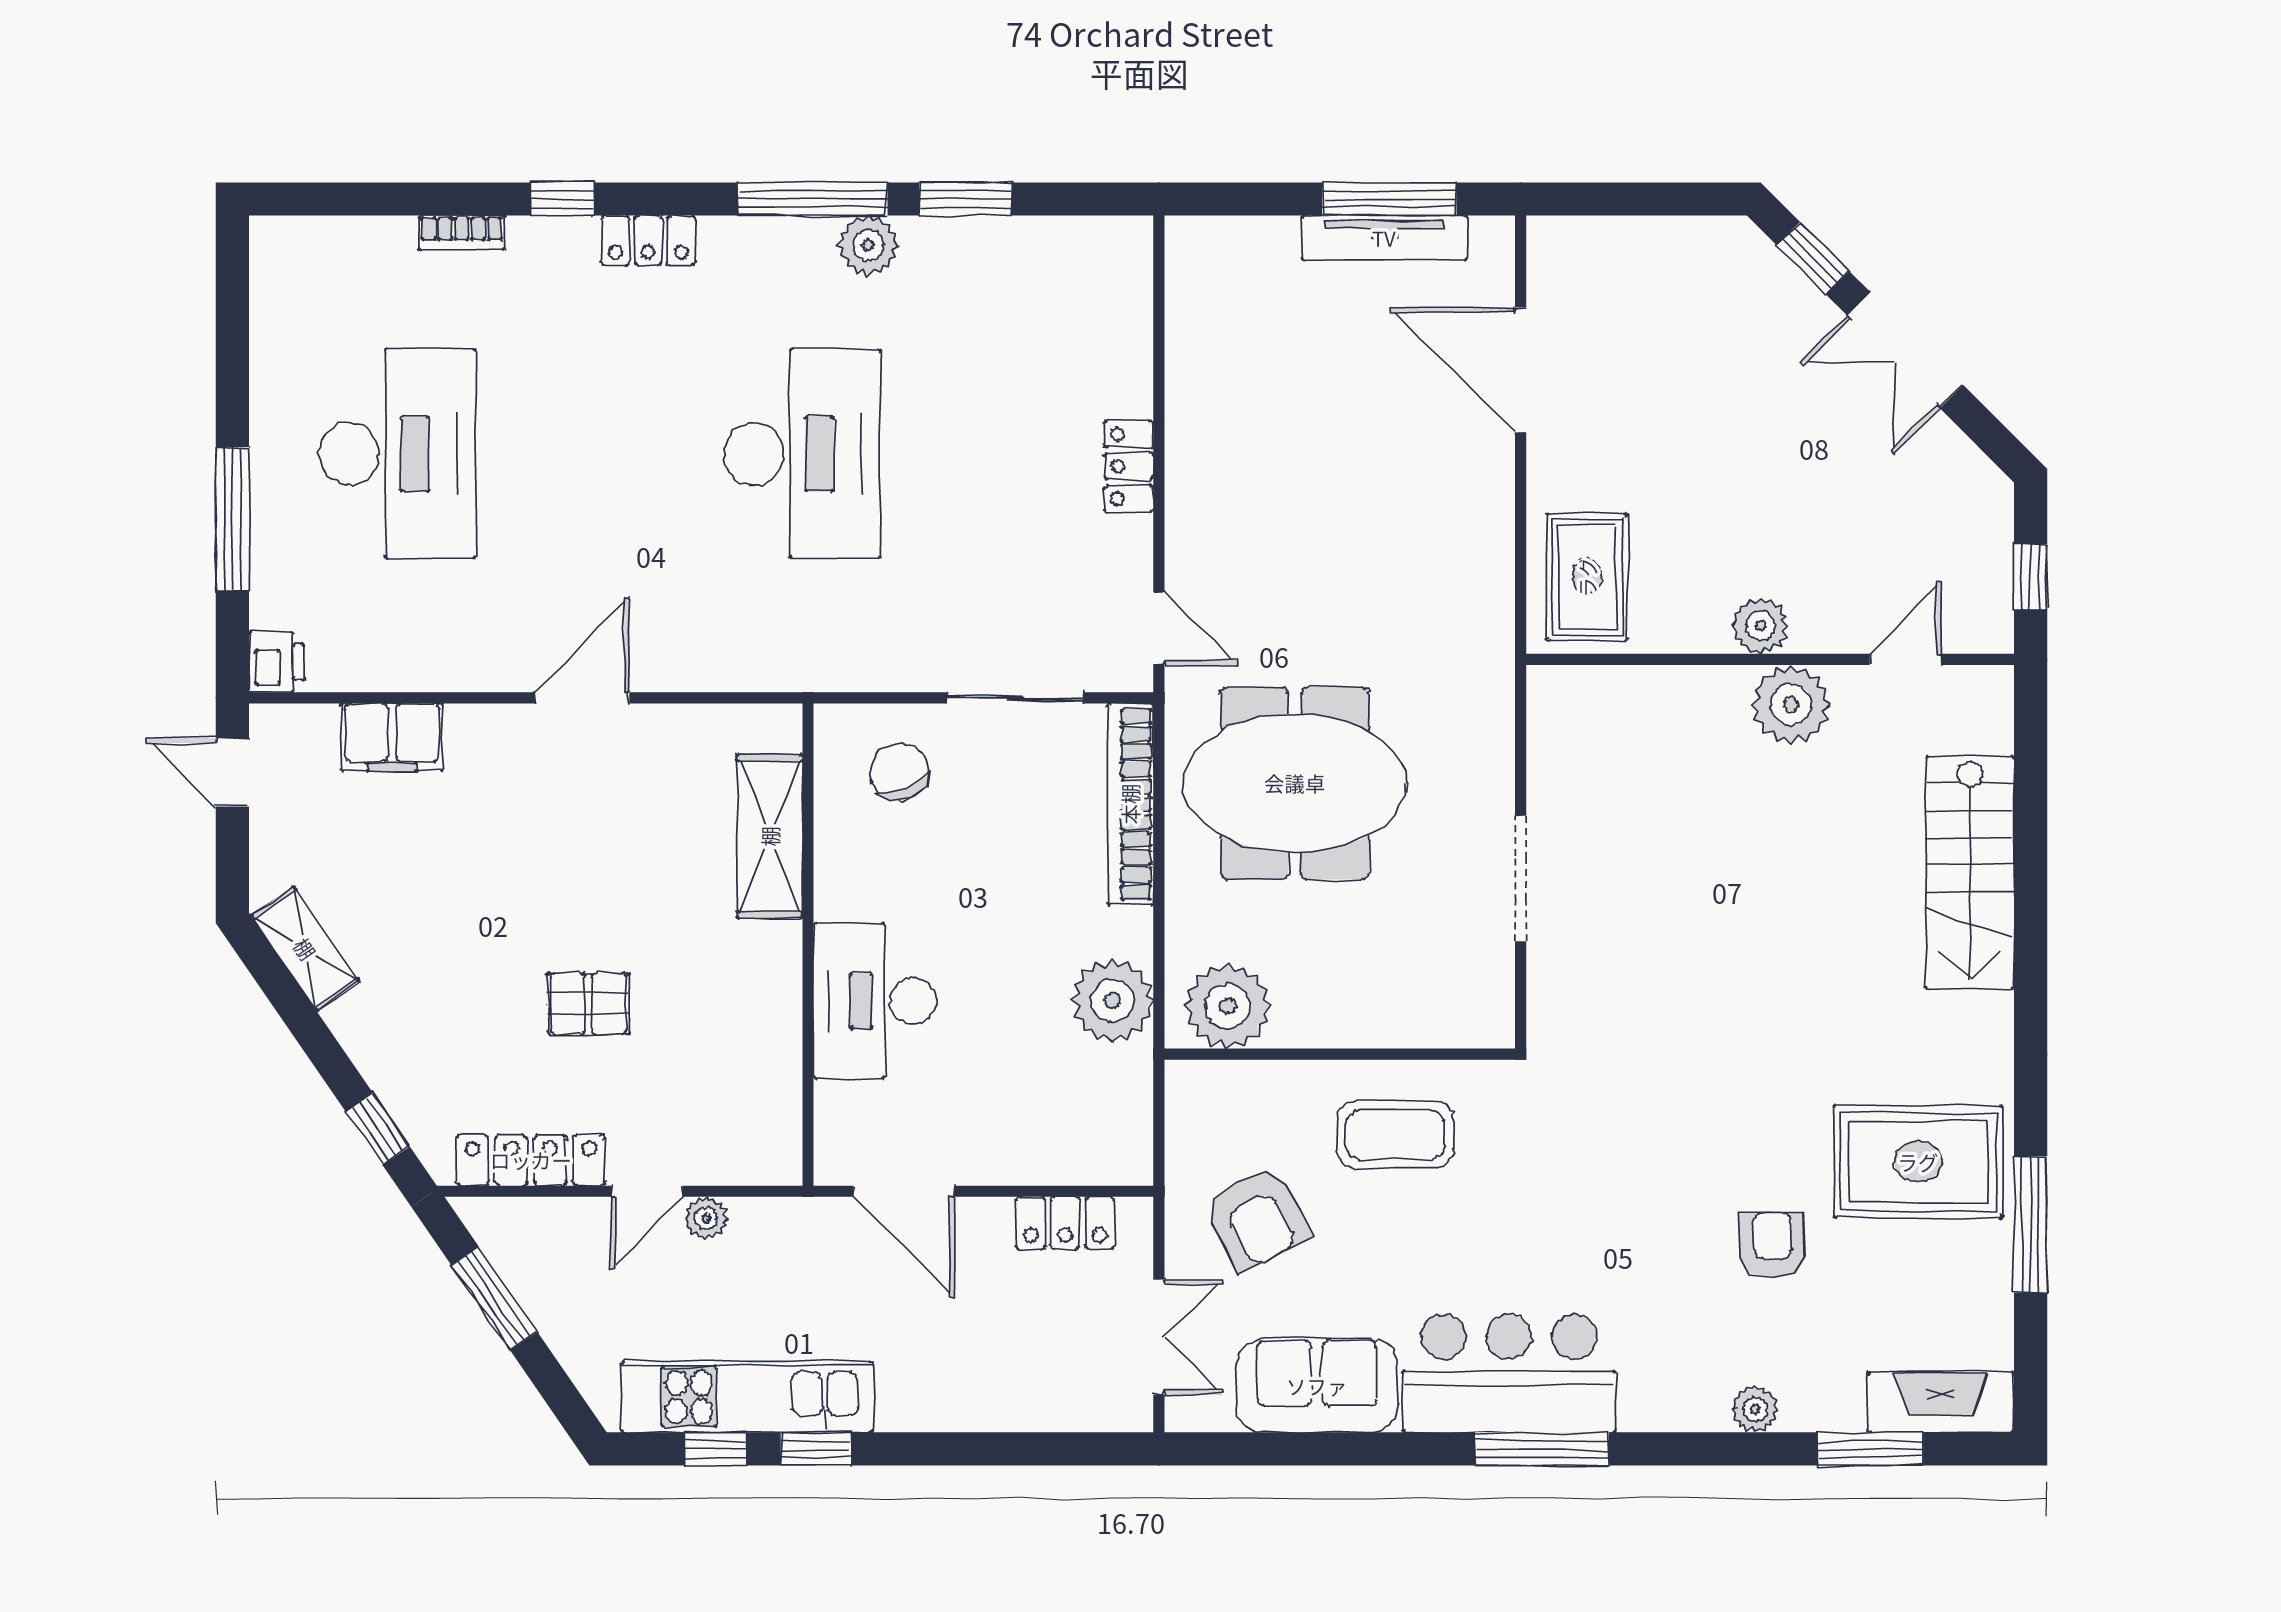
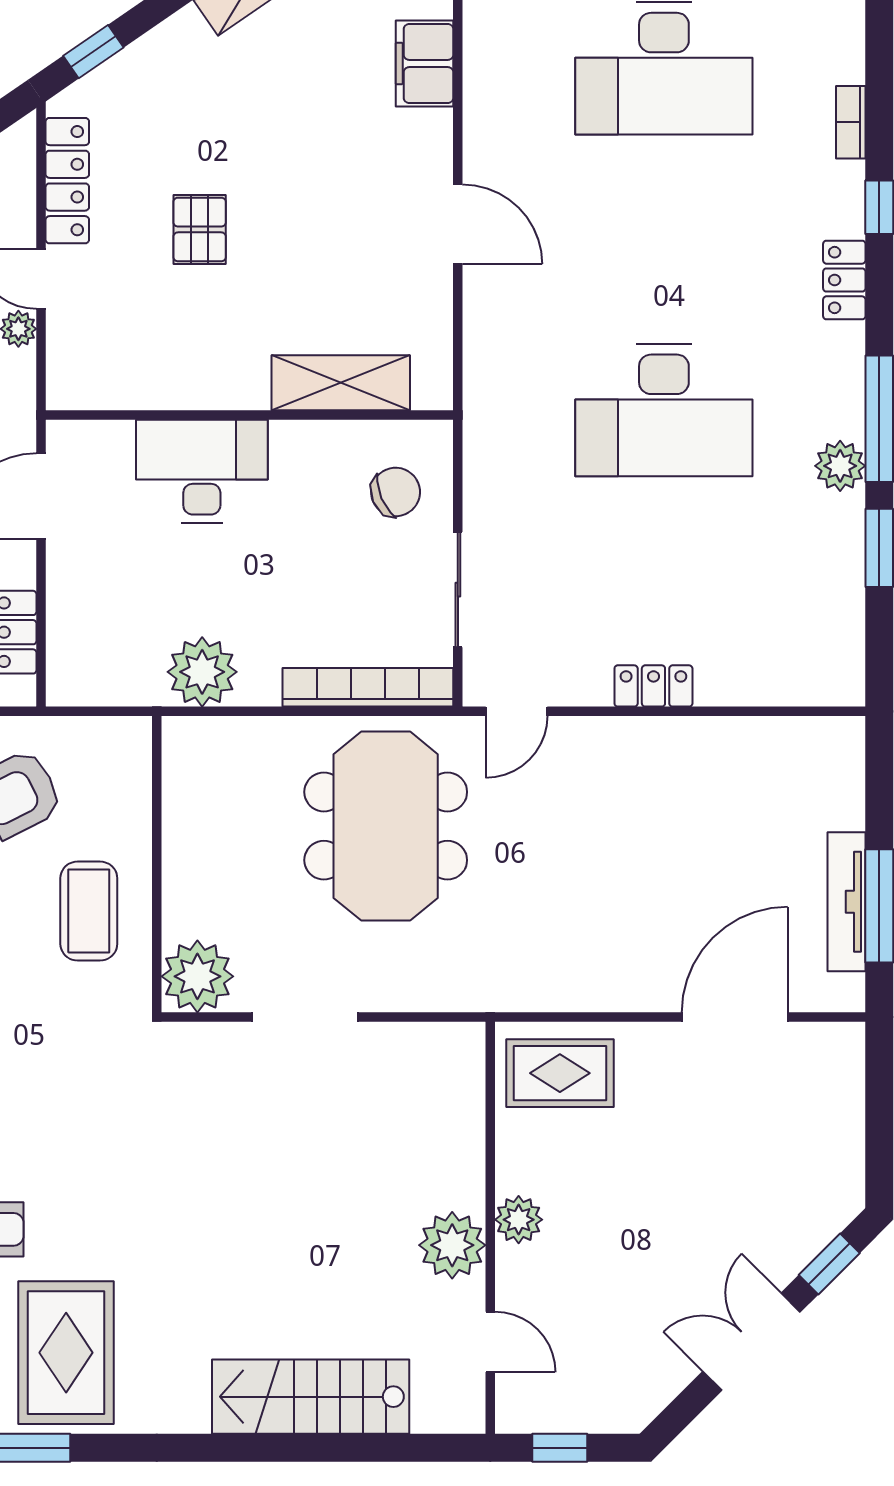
plant: (1227, 1006) -> (197, 976), moved

